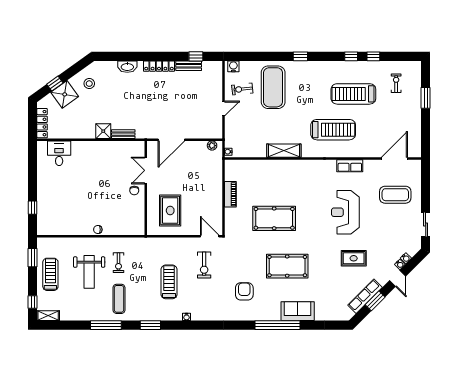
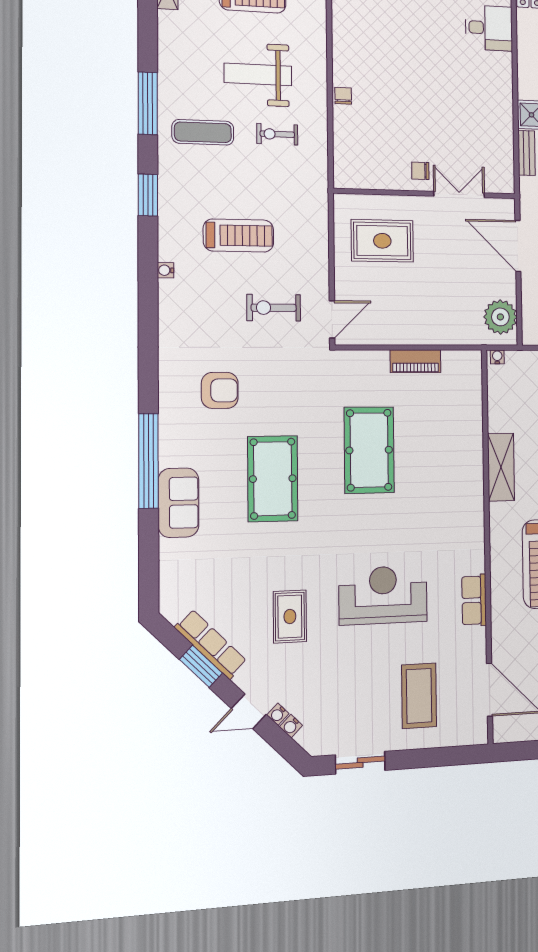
plant: (212, 146) -> (500, 317), width x1.88, depth x1.88

